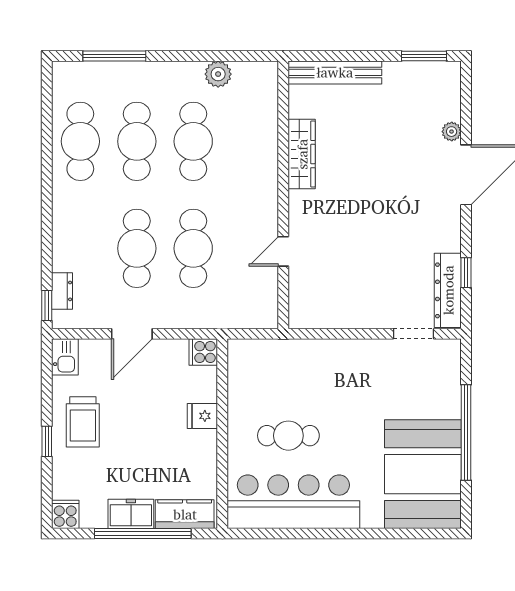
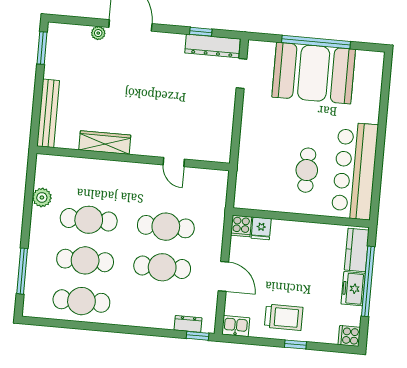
fridge: (202, 416) -> (261, 228), moved
booth: (423, 474) -> (314, 73), moved

